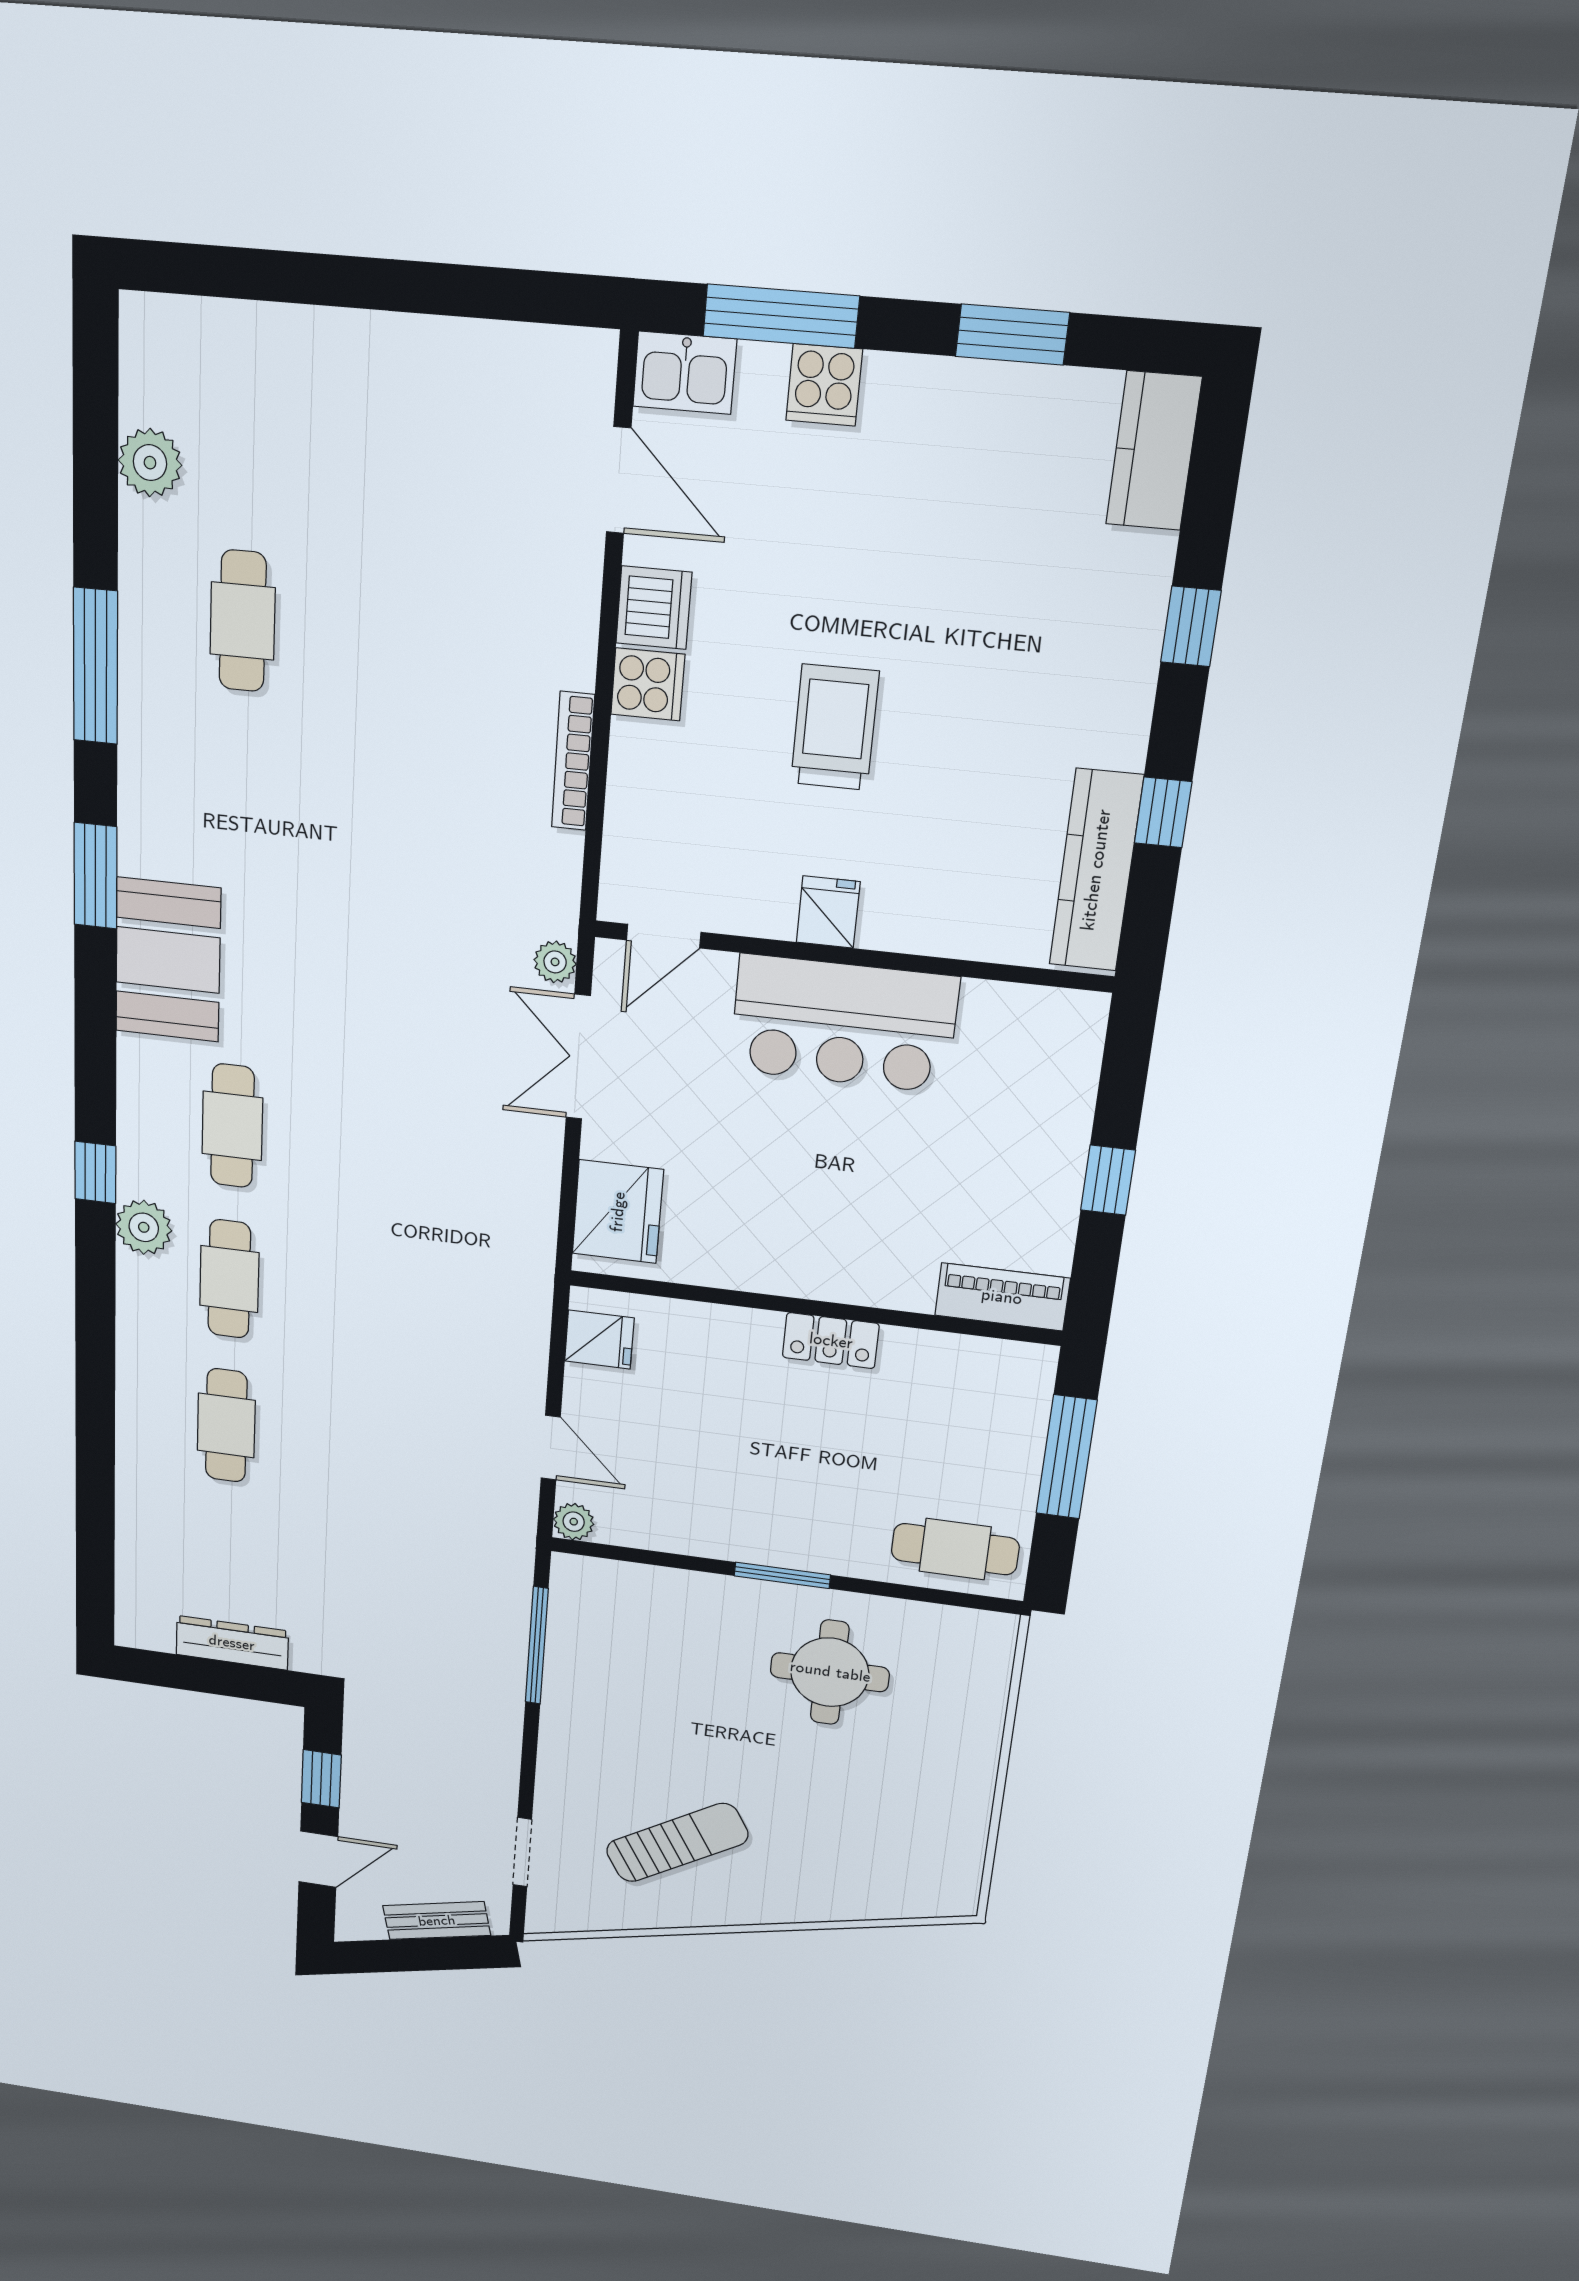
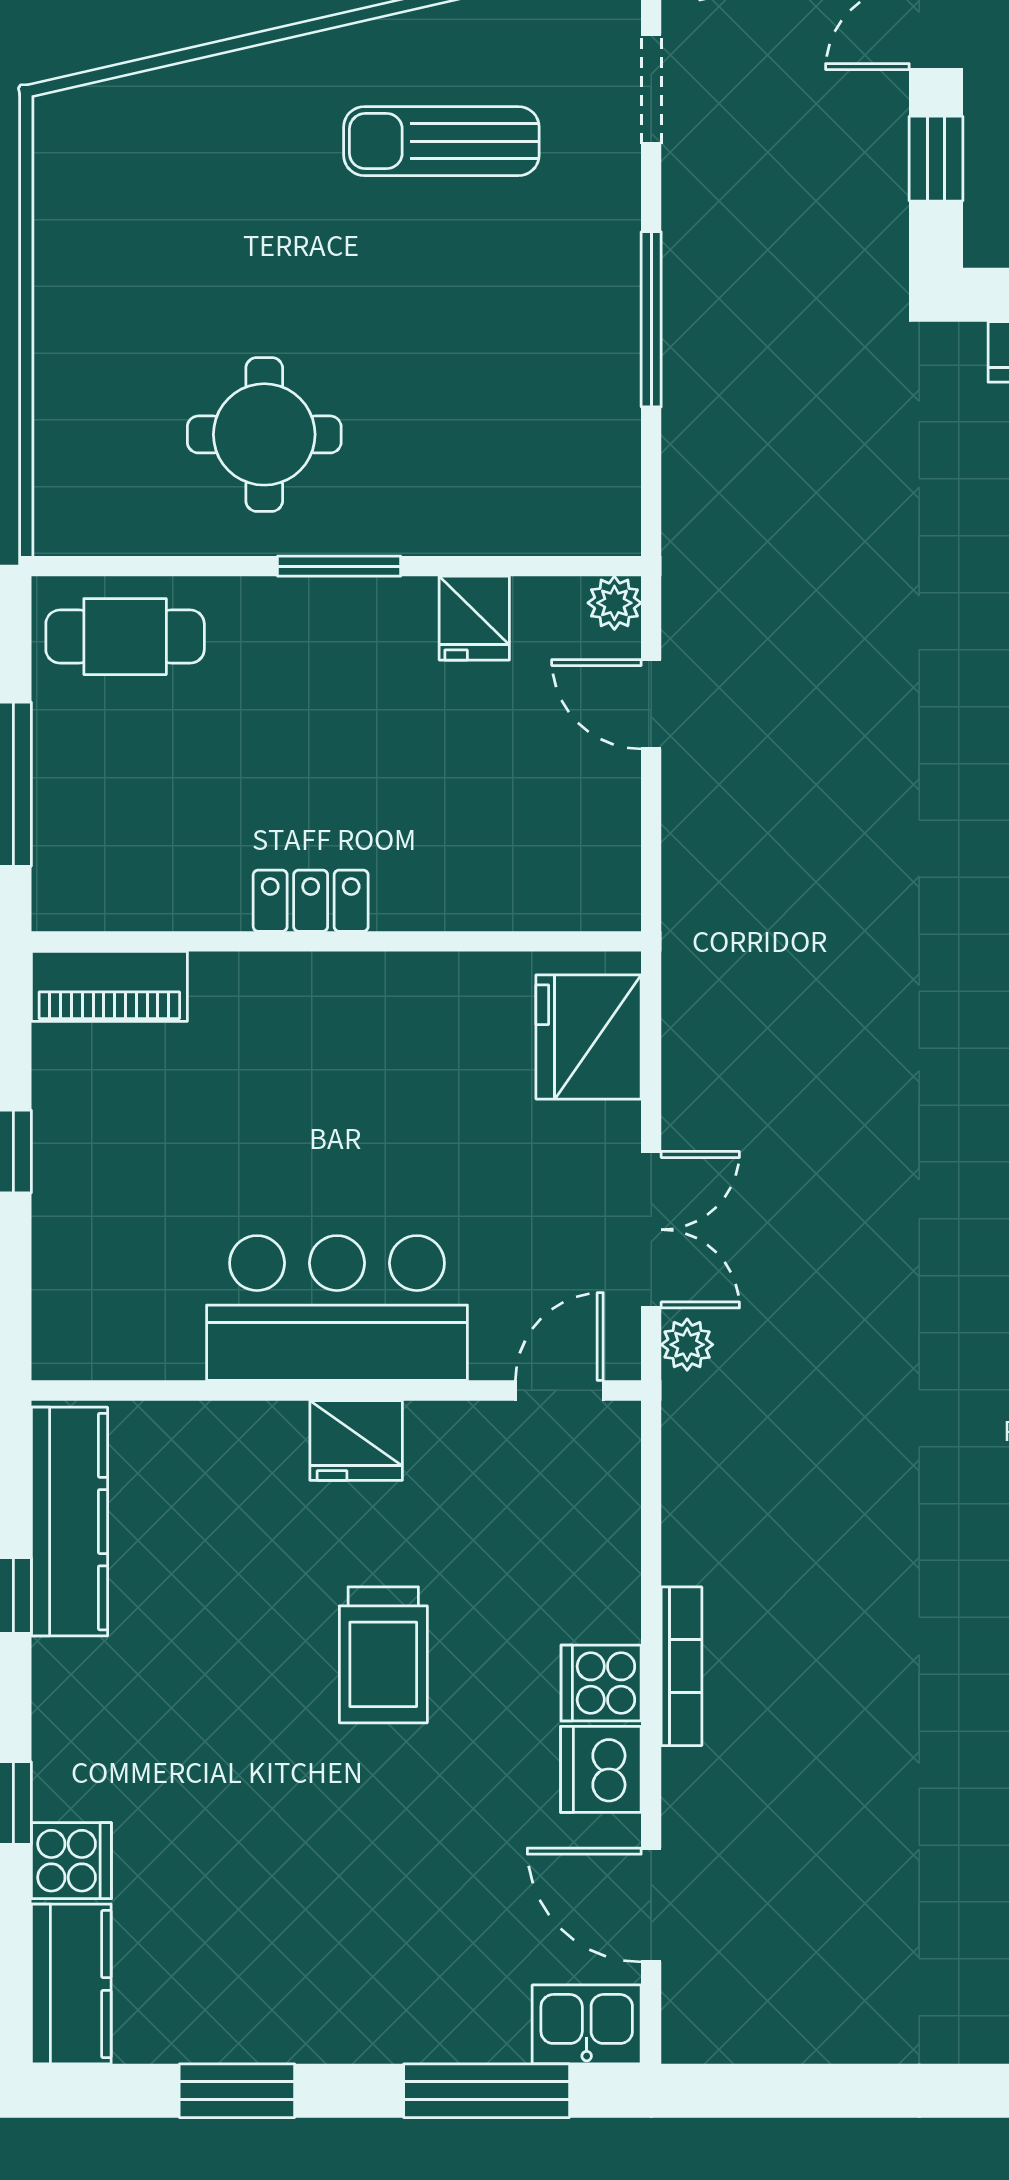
cooker: (824, 385) -> (71, 1861), moved, turned 90
bookcase: (573, 761) -> (682, 1666), moved
fridge: (828, 912) -> (356, 1440), width x1.38
fridge: (599, 1340) -> (474, 618), moved, turned -90
window: (537, 1646) -> (651, 319), moved
sun lounger: (677, 1843) -> (441, 141), turned 31

